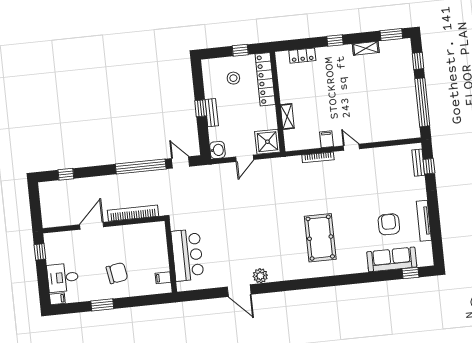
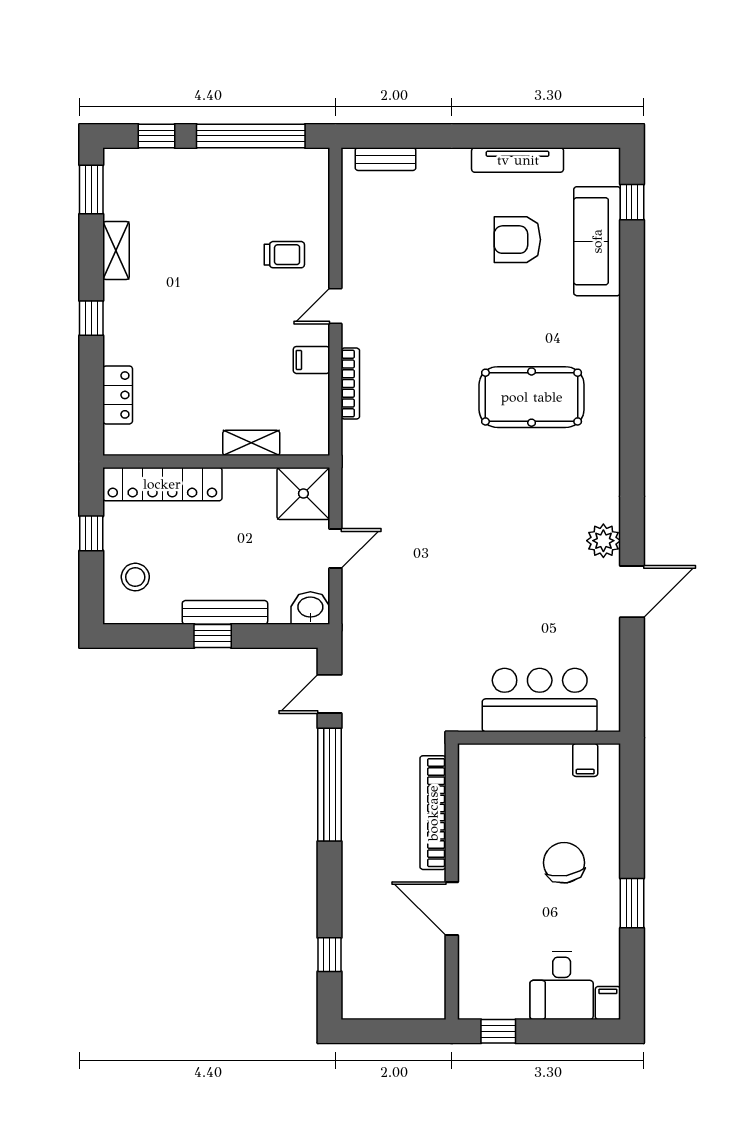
stool: (233, 78) -> (135, 577), moved
bench: (212, 113) -> (225, 612), width x1.36
trolley: (372, 122) -> (284, 255), added
door: (245, 158) -> (335, 549), hinge flipped
window: (429, 166) -> (396, 136), removed

